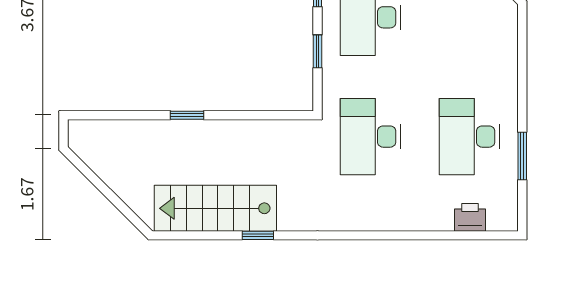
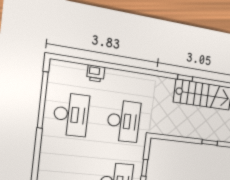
window: (522, 156) -> (43, 100), width x2.11
printer: (470, 217) -> (96, 73), moved

